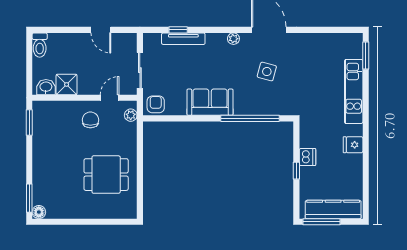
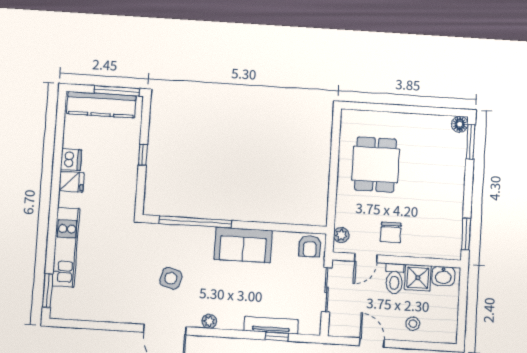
toilet: (40, 45) -> (394, 279), moved, turned 180
stool: (69, 47) -> (413, 324), added
dishwasher: (307, 157) -> (71, 160), moved, turned 180
dining table: (106, 175) -> (375, 165), turned 90

